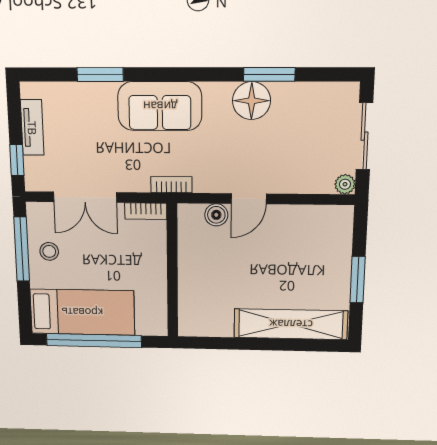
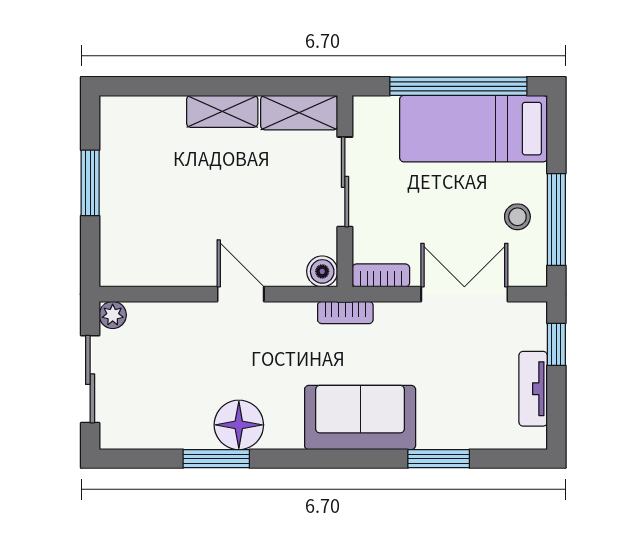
door: (249, 199) -> (241, 294), hinge flipped
boiler: (216, 215) -> (322, 271), moved
sliding door: (172, 277) -> (345, 182), added
shelving: (291, 324) -> (222, 111), width x0.45, depth x0.75
shelving: (205, 325) -> (299, 113), added

